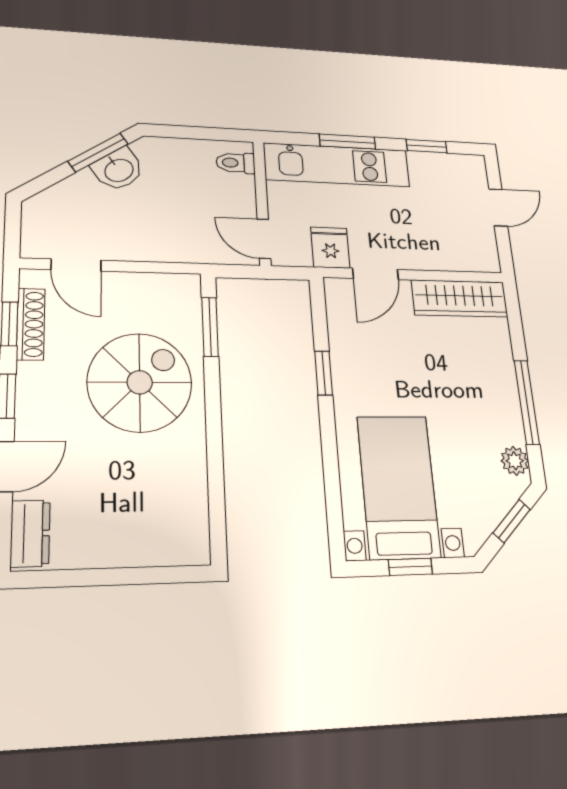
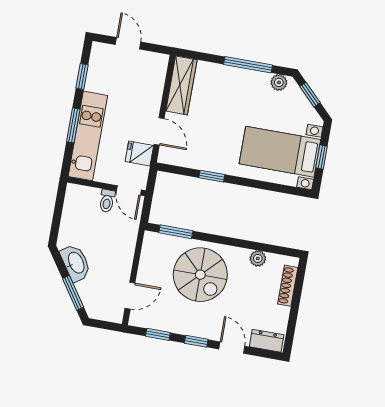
window: (98, 153) -> (73, 293), moved
toilet: (236, 163) -> (107, 201), moved
washbasin: (118, 169) -> (76, 263), width x1.38
door: (264, 239) -> (129, 190), hinge flipped
shoe rack: (31, 324) -> (288, 286), moved, turned -90
spiral stairs: (140, 382) -> (200, 275), turned 180
plant: (193, 484) -> (258, 258), added

